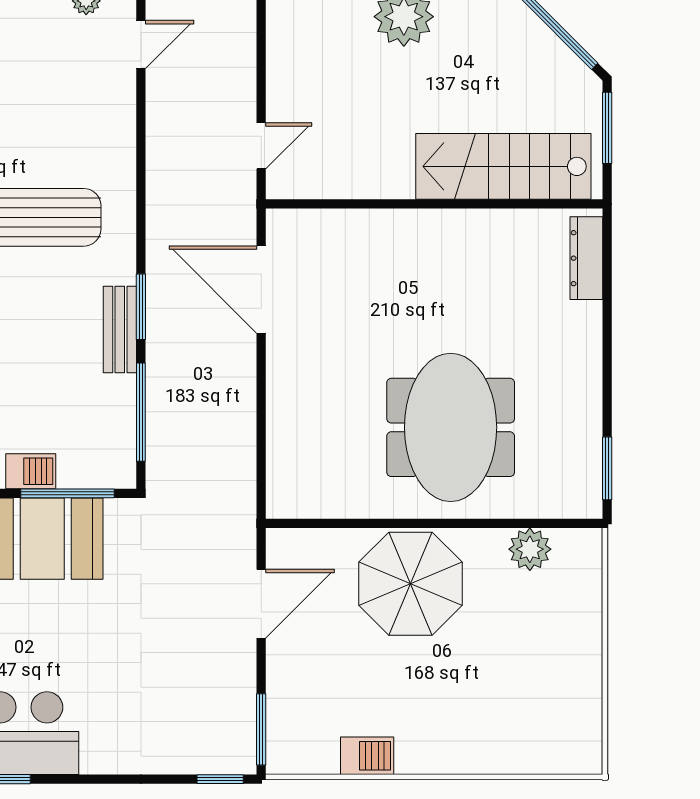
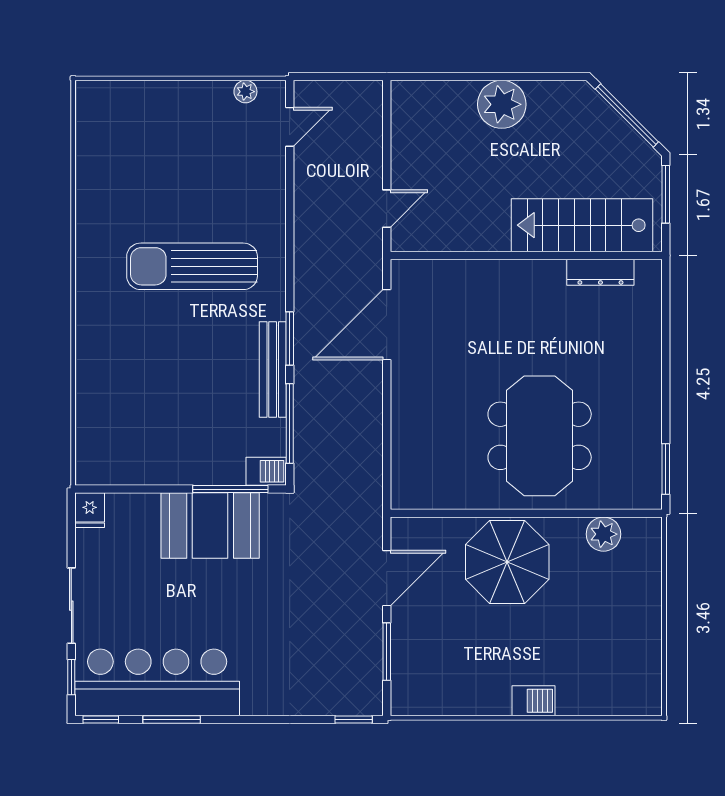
dresser: (586, 258) -> (600, 272), moved, turned -90
door: (261, 290) -> (387, 325), hinge flipped
bench: (120, 329) -> (273, 369), width x1.36
barbecue: (31, 471) -> (266, 471), moved
window: (261, 729) -> (387, 652), moved
barbecue: (367, 756) -> (533, 701), moved

